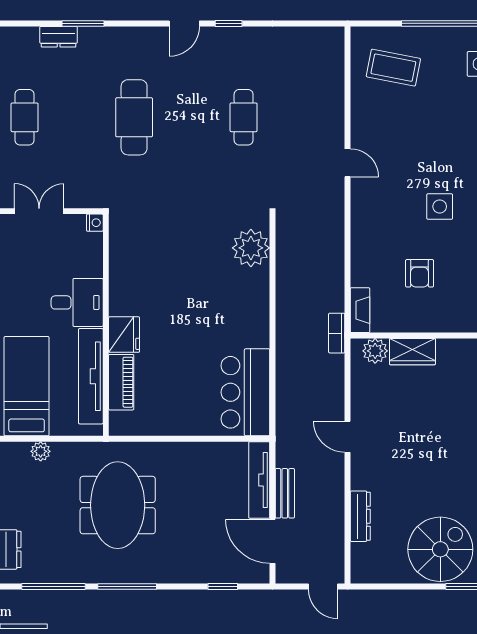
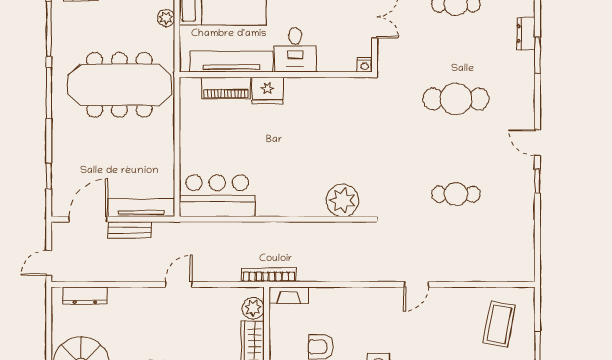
bookcase: (337, 333) -> (269, 275), width x1.56
meeting table: (118, 505) -> (119, 85), width x1.36
dresser: (360, 516) -> (85, 295), moved

